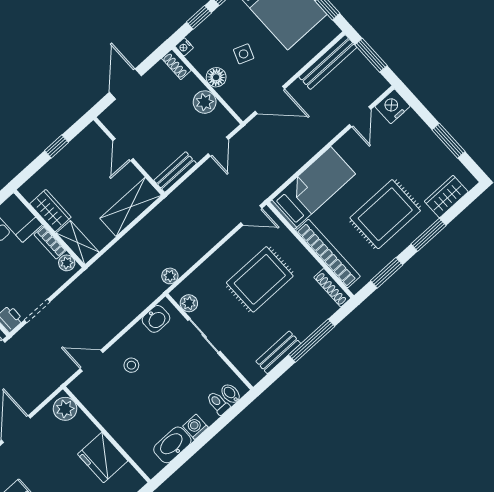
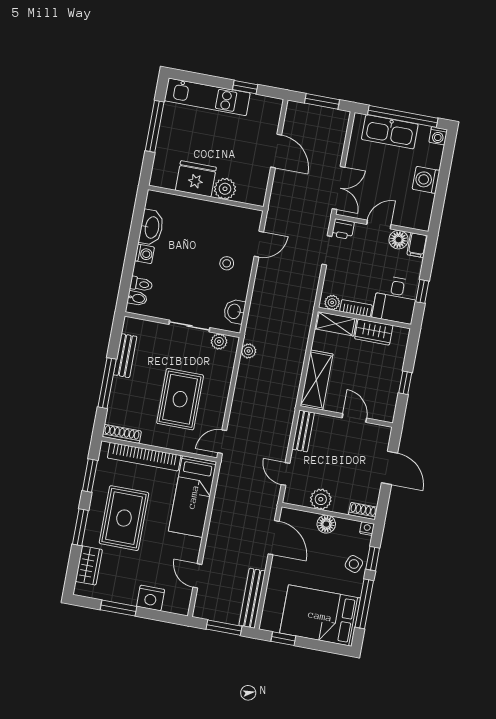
side table: (244, 54) -> (354, 564), moved
door: (270, 100) -> (274, 538), swing flipped
nightstand: (393, 106) -> (151, 598), moved, turned 90
plant: (65, 409) -> (225, 189), moved

